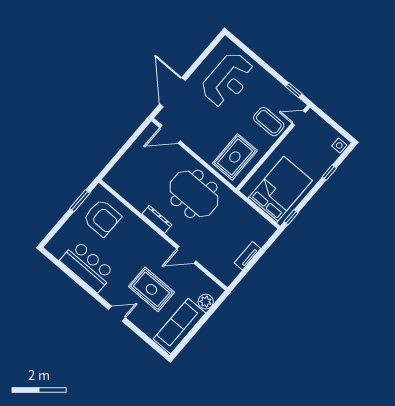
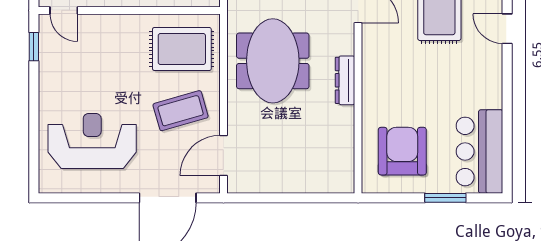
coffee table: (269, 122) -> (181, 111), moved, turned 74
door: (170, 134) -> (223, 156), swing flipped
window: (80, 201) -> (445, 198), moved
bar counter: (87, 266) -> (480, 151), moved

